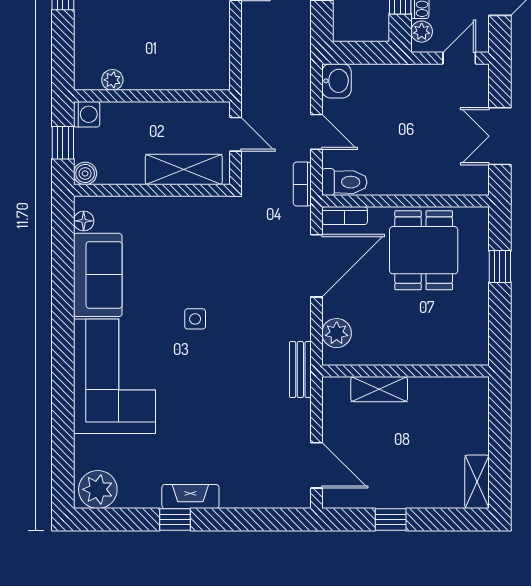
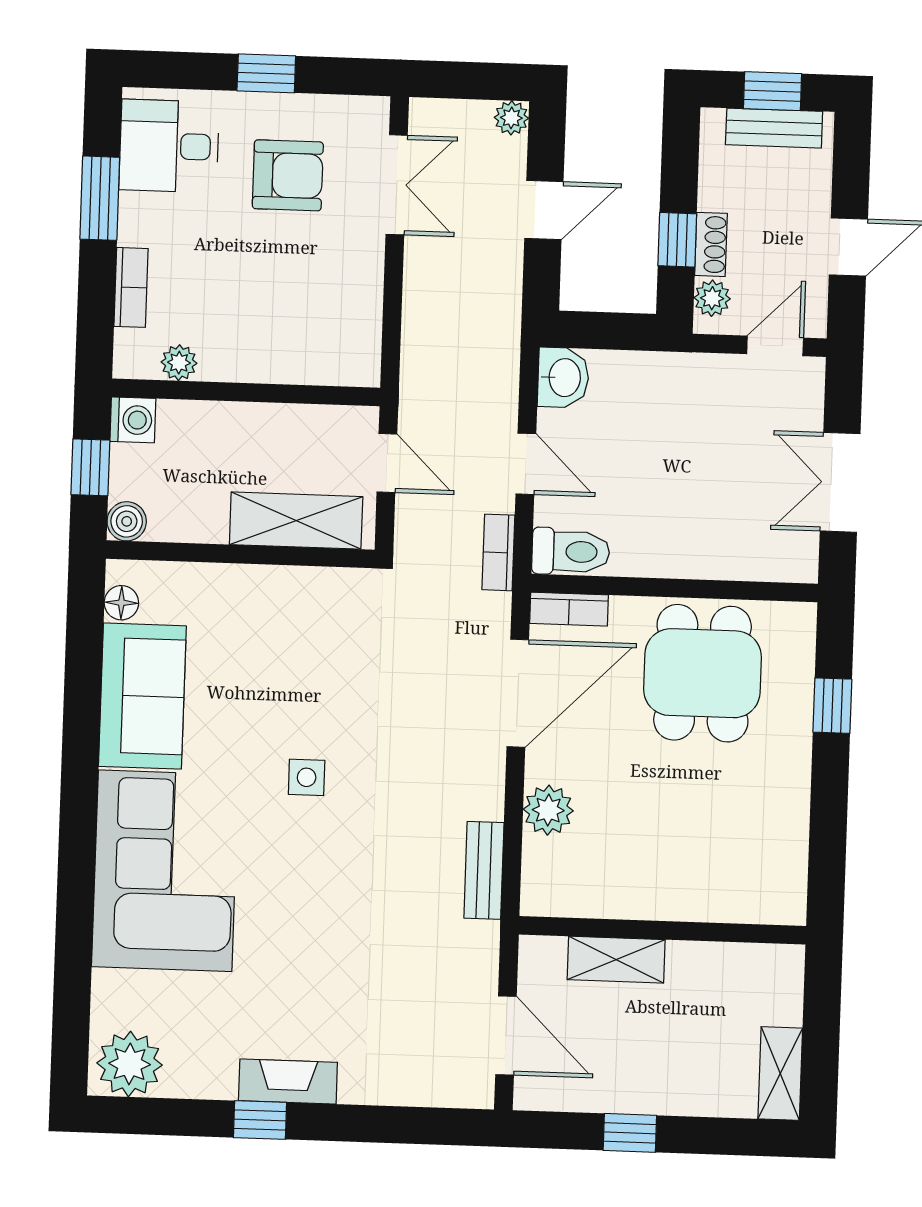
bookcase: (83, 37) -> (131, 287), added
wall: (405, 371) -> (662, 930), moved
shelving: (379, 389) -> (616, 960), moved

